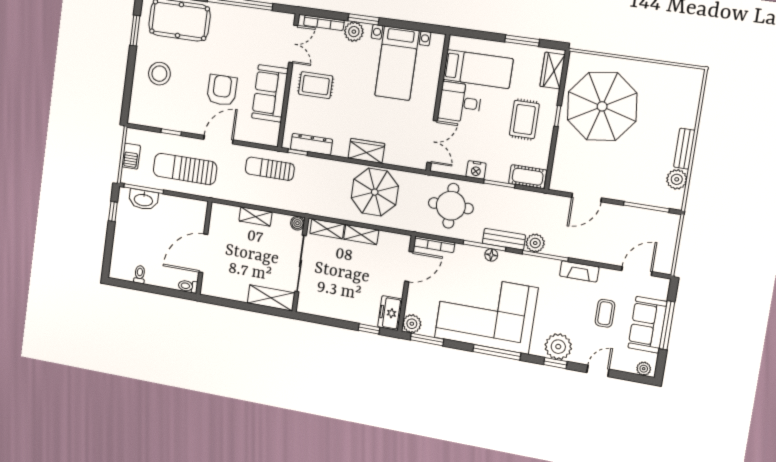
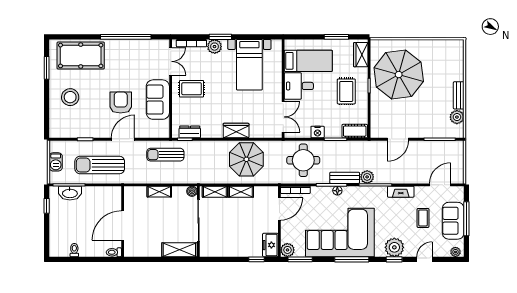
dresser: (311, 144) -> (190, 132), width x0.70

